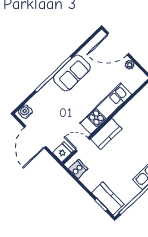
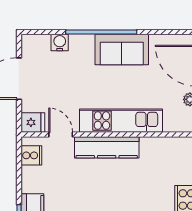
water cooler: (25, 112) -> (60, 43), moved
kitchen counter: (106, 134) -> (107, 147), width x1.50

